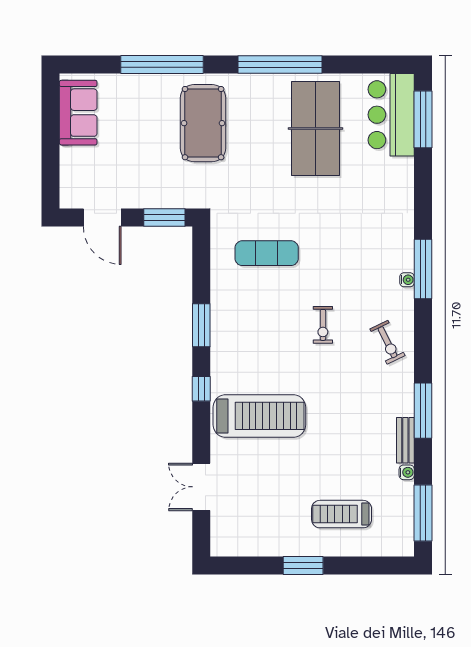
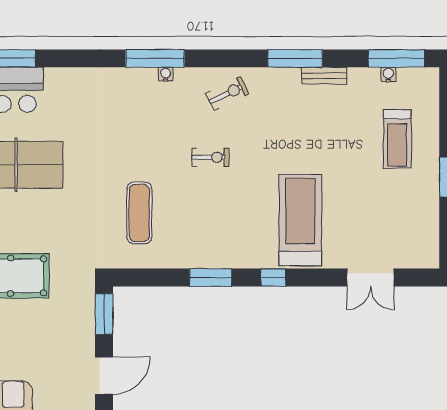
water cooler: (407, 472) -> (388, 74), moved

